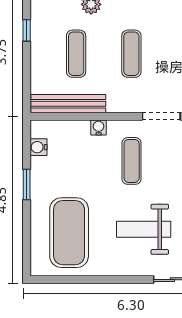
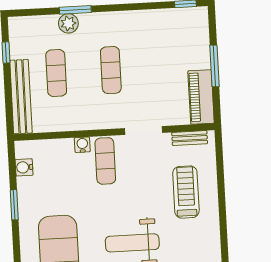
bench: (68, 104) -> (21, 97), moved, turned 90
exercise mat: (132, 161) -> (105, 161), moved

